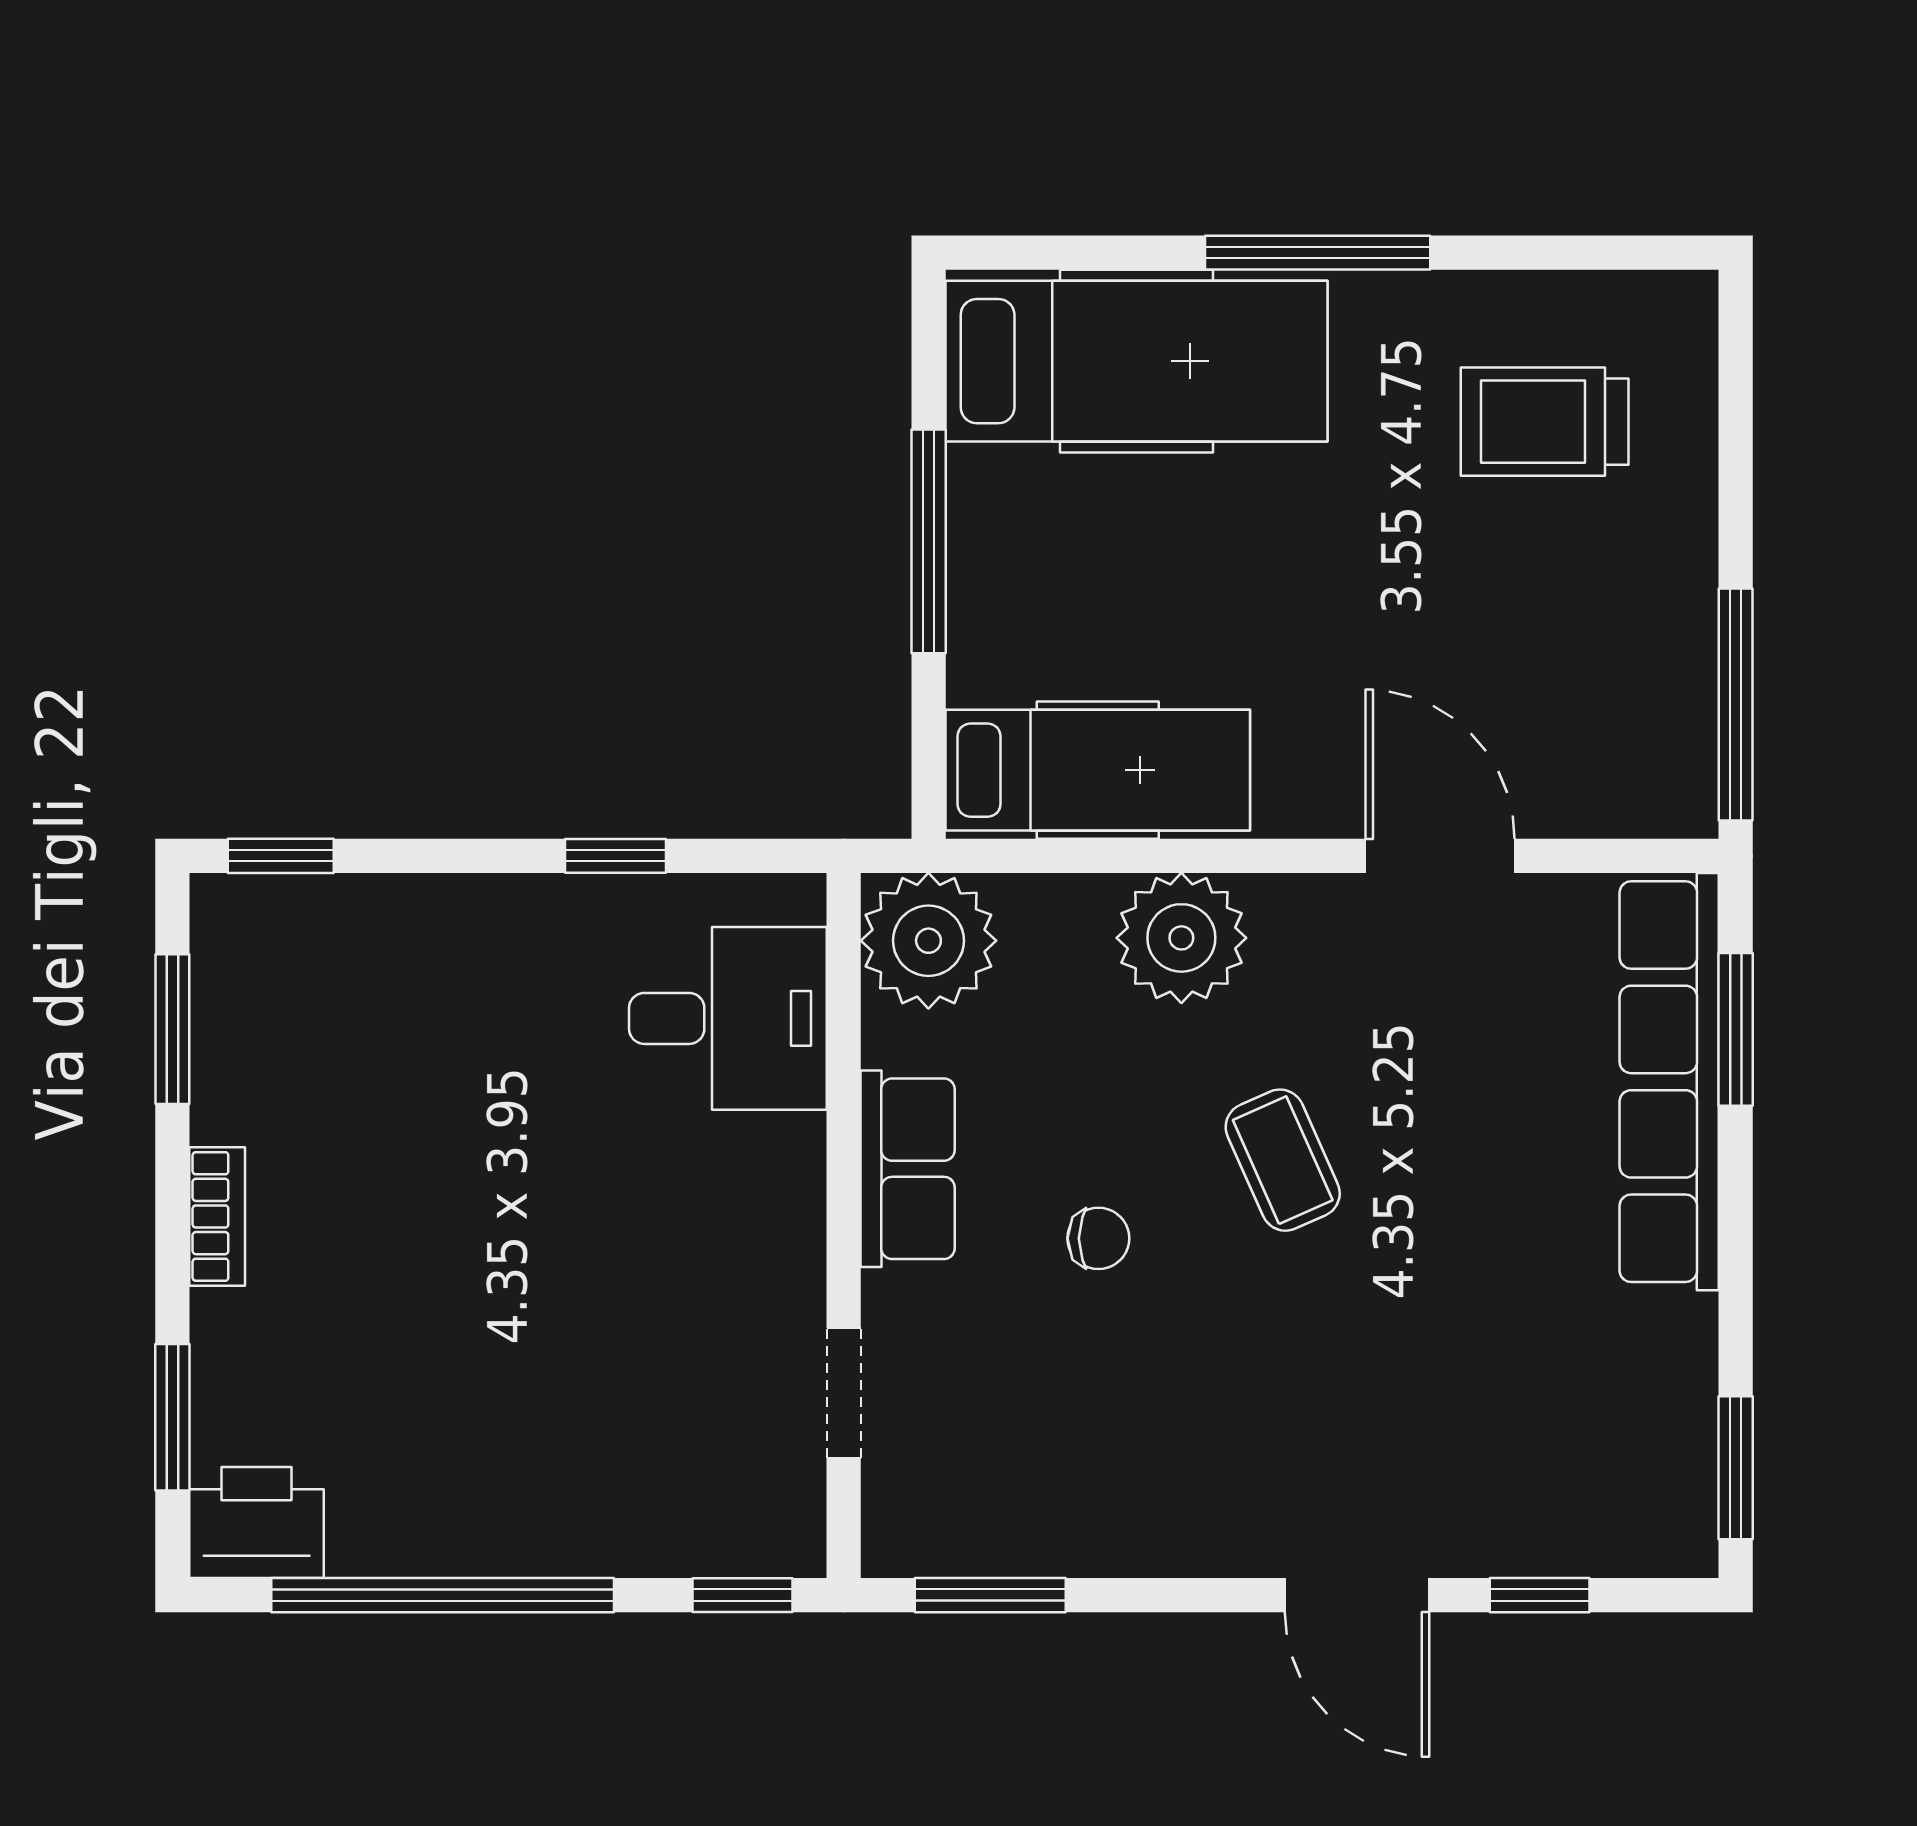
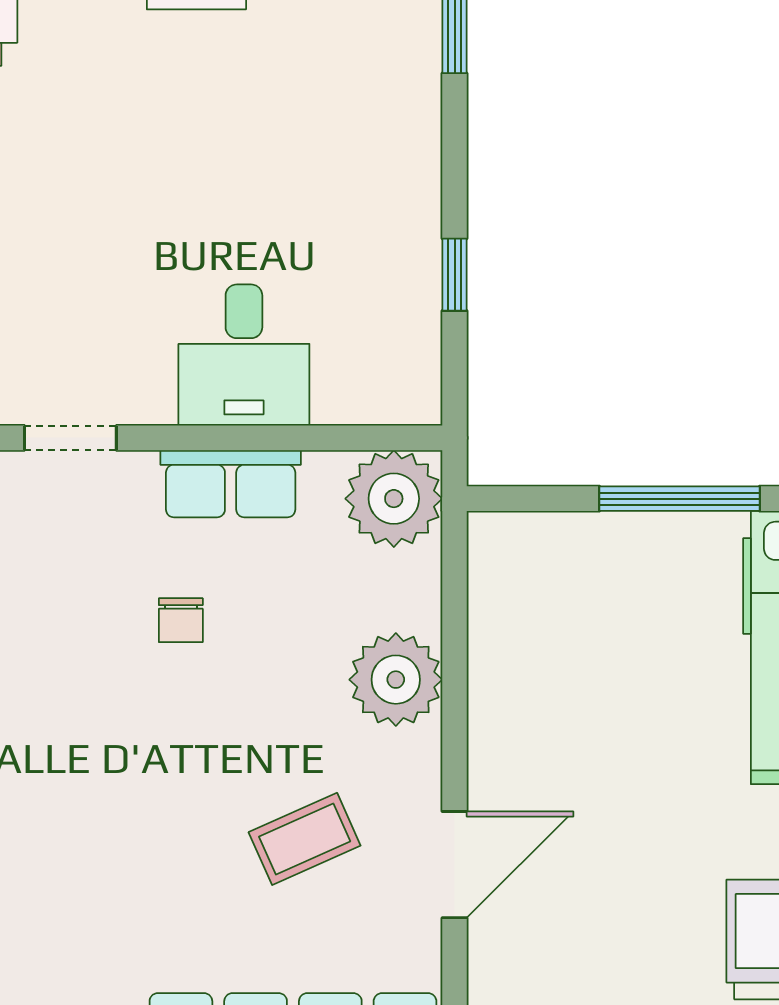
hospital bed: (1098, 770) -> (516, 620), removed
desk: (728, 1018) -> (244, 355), moved
coffee table: (1283, 1160) -> (305, 839), moved

